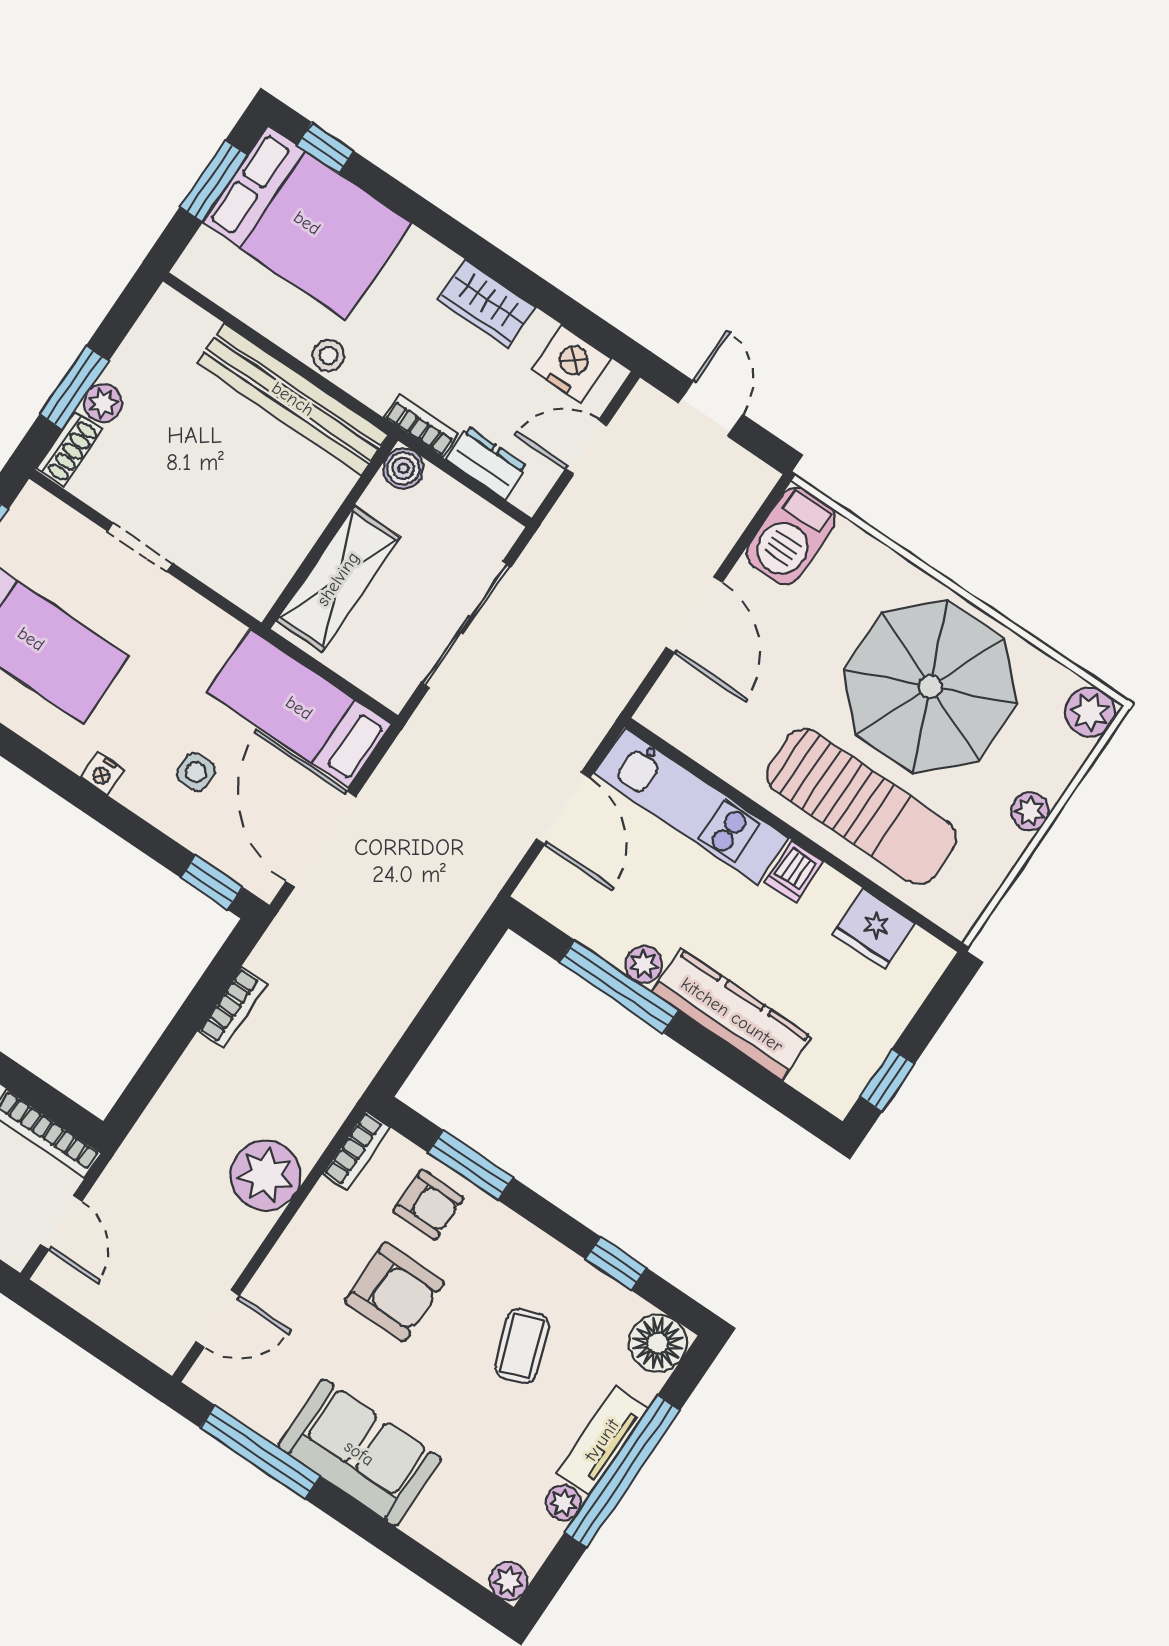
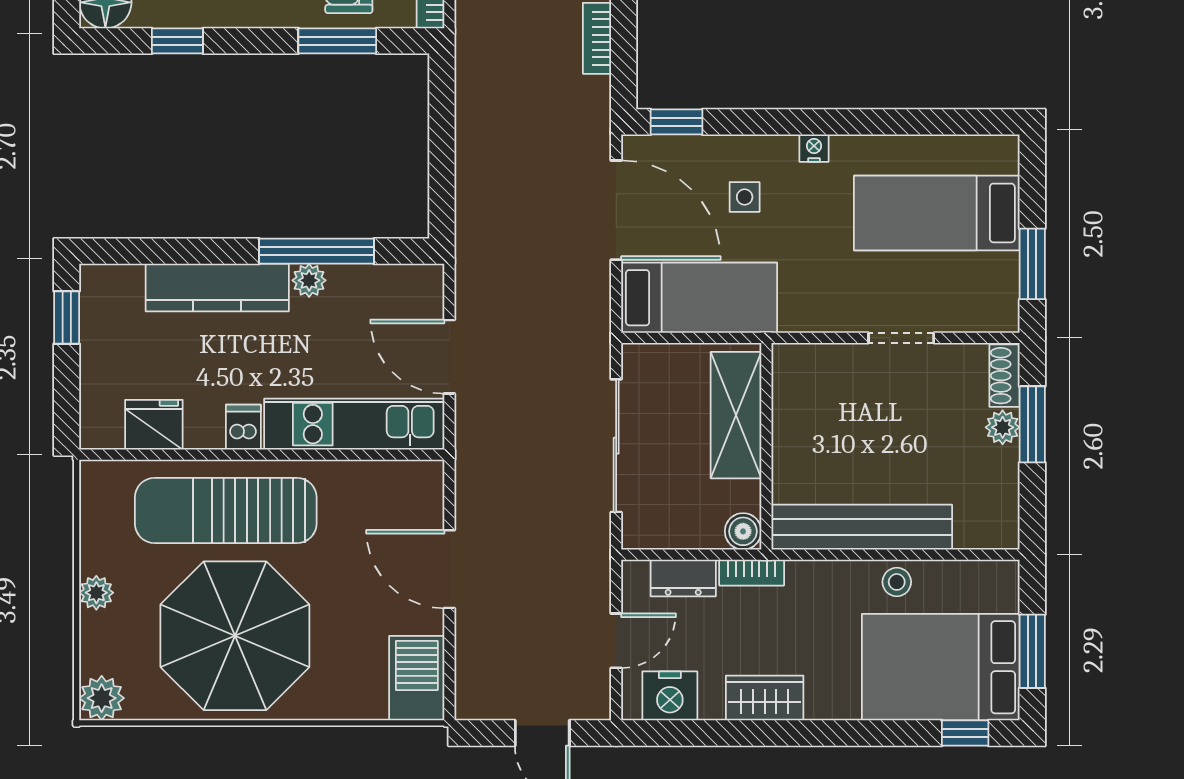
stool: (328, 356) -> (897, 582), moved

